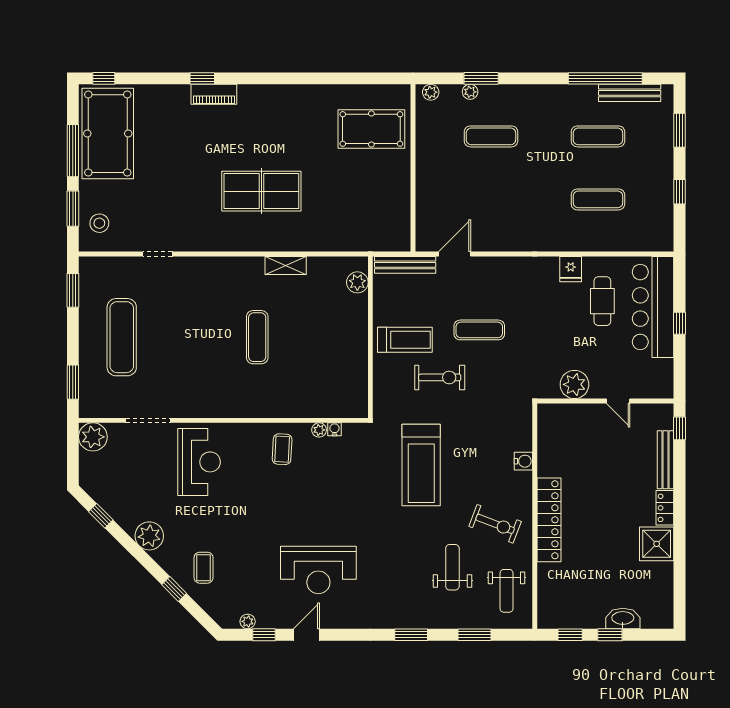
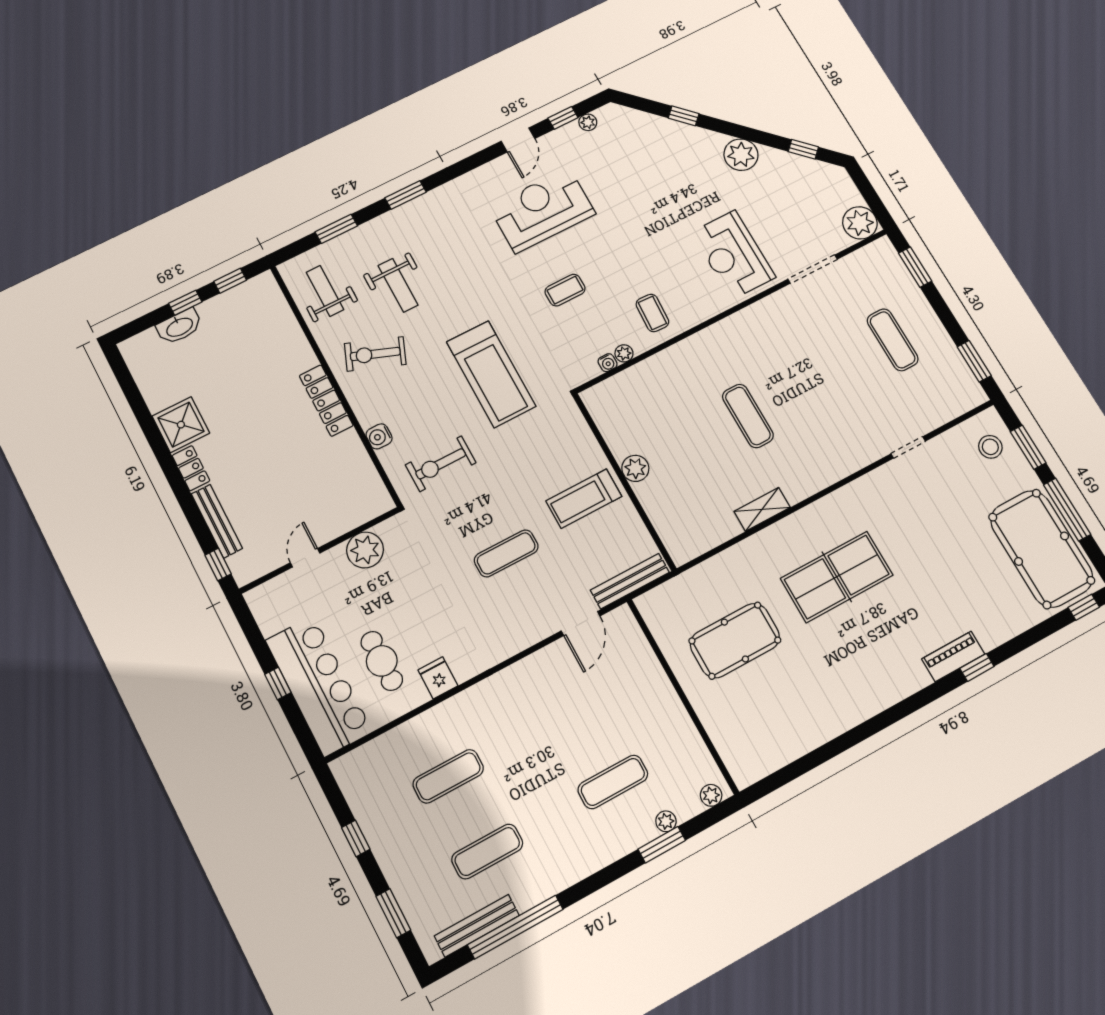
pool table: (371, 129) -> (735, 641), moved
plant: (357, 282) -> (635, 468), moved
exercise mat: (122, 337) -> (893, 340), width x0.73, depth x0.69
exercise bike: (440, 377) -> (441, 464), moved
door: (618, 401) -> (305, 558), hinge flipped
treadmill: (421, 465) -> (491, 374), turned 180
locker: (549, 520) -> (326, 401), width x0.71, depth x0.83
coffee table: (204, 568) -> (565, 290), moved, turned 90

